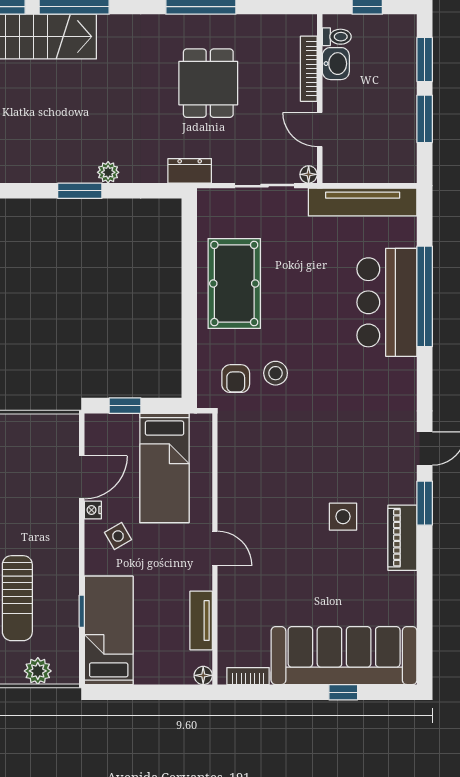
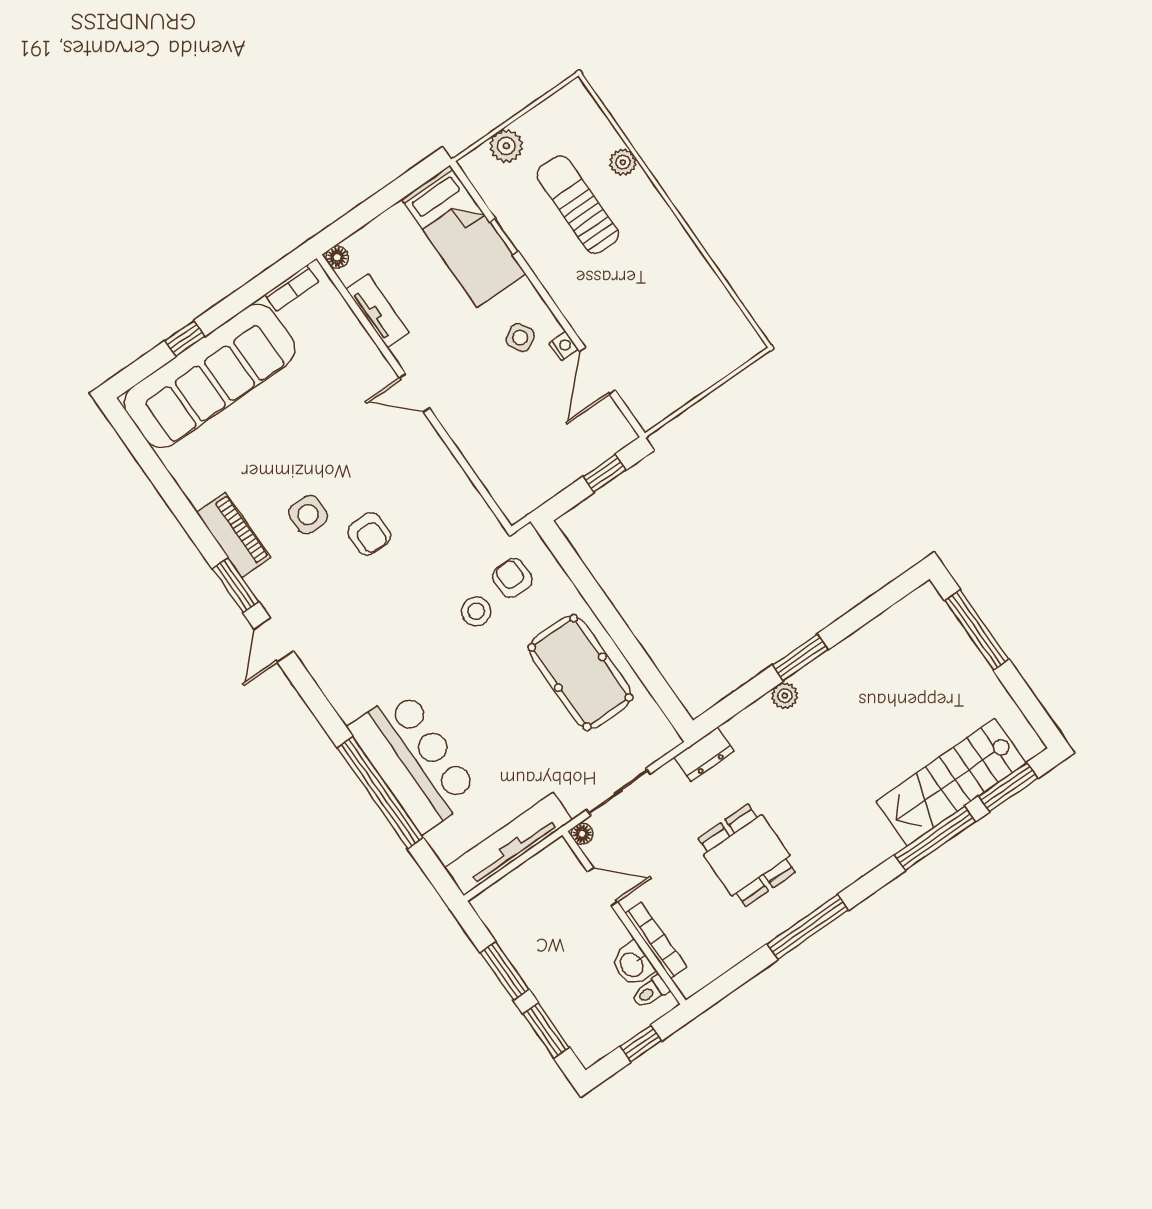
bed: (164, 468) -> (521, 438), removed
armchair: (311, 475) -> (369, 534), added

